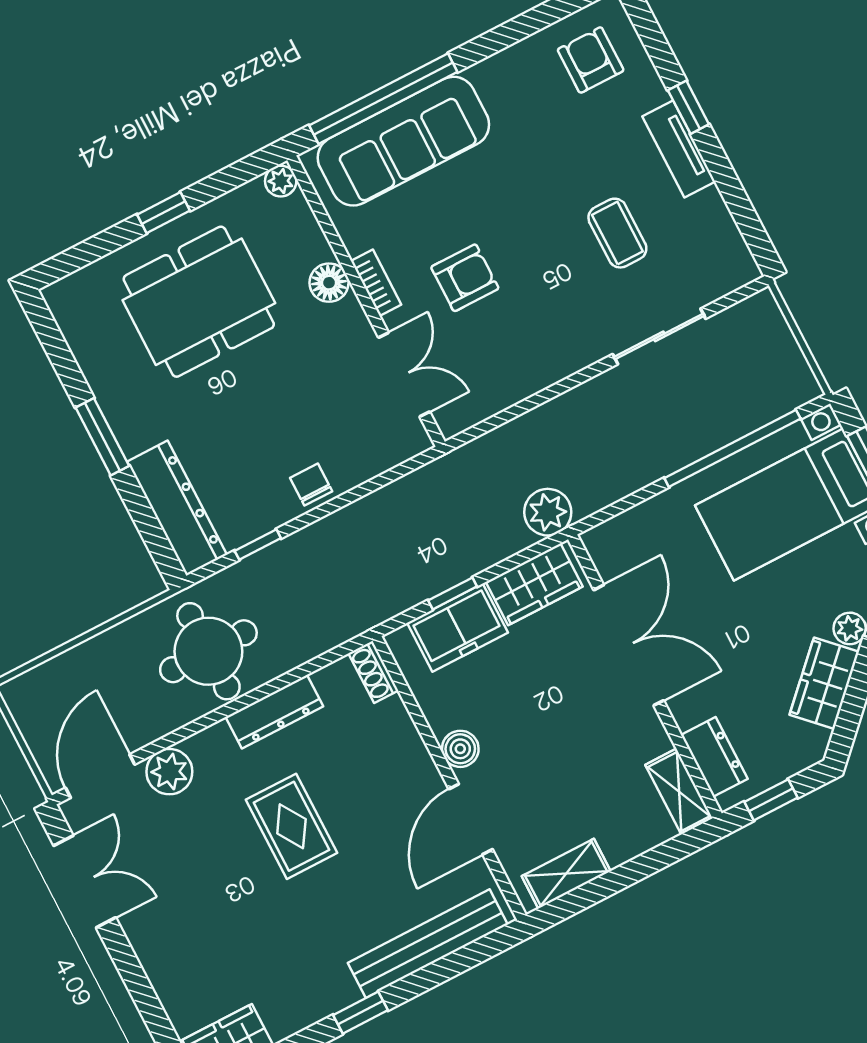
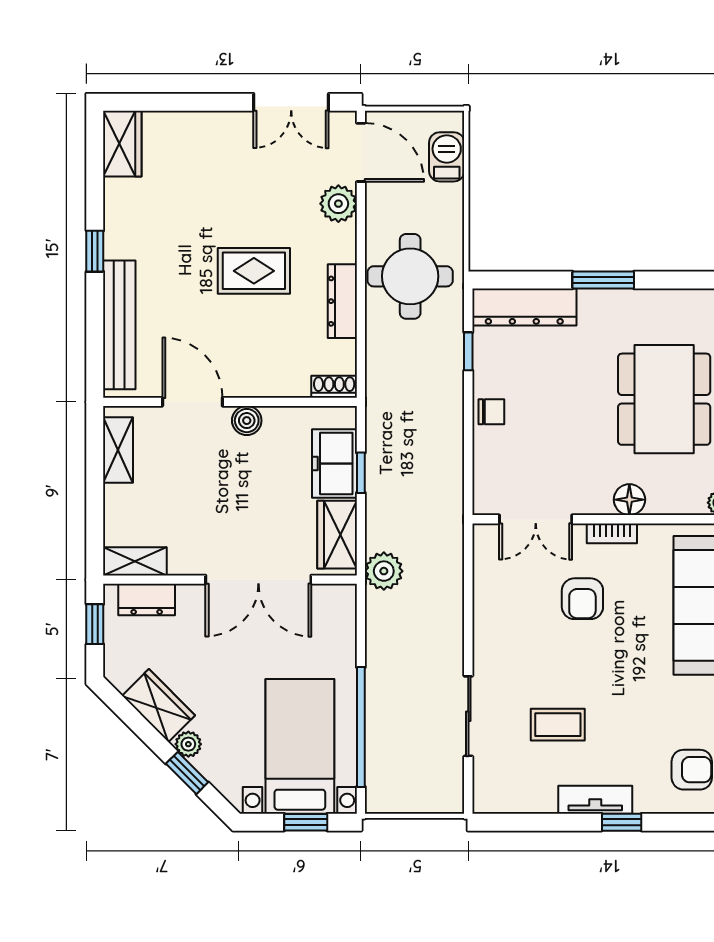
barbecue: (56, 679) -> (447, 157), added

